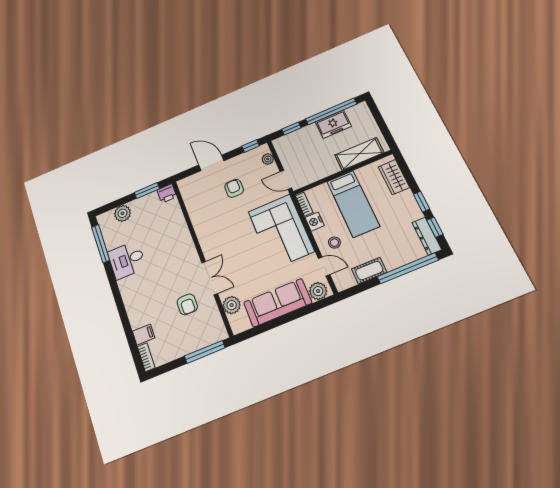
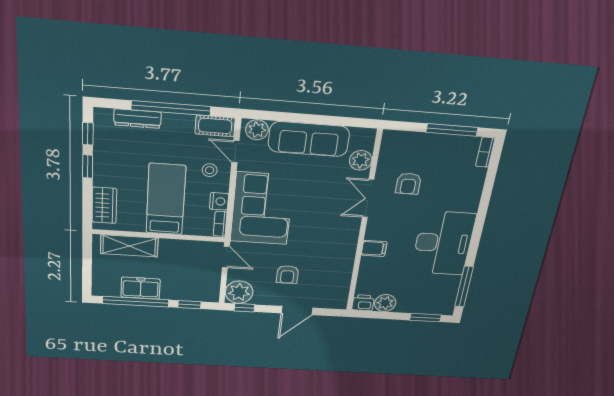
plant: (268, 159) -> (239, 292), width x1.87, depth x1.87
door: (211, 163) -> (297, 311), hinge flipped
window: (147, 191) -> (425, 318), moved
plant: (123, 213) -> (385, 303), moved
dresser: (427, 236) -> (137, 119), moved, turned 90
desk: (127, 260) -> (443, 243), width x1.87, depth x1.30
window: (408, 268) -> (171, 108), moved
cot: (369, 271) -> (215, 126), moved
armchair: (187, 304) -> (408, 184), turned 180
filing cabinet: (144, 335) -> (374, 248), moved, turned 180
window: (205, 352) -> (452, 130), moved

